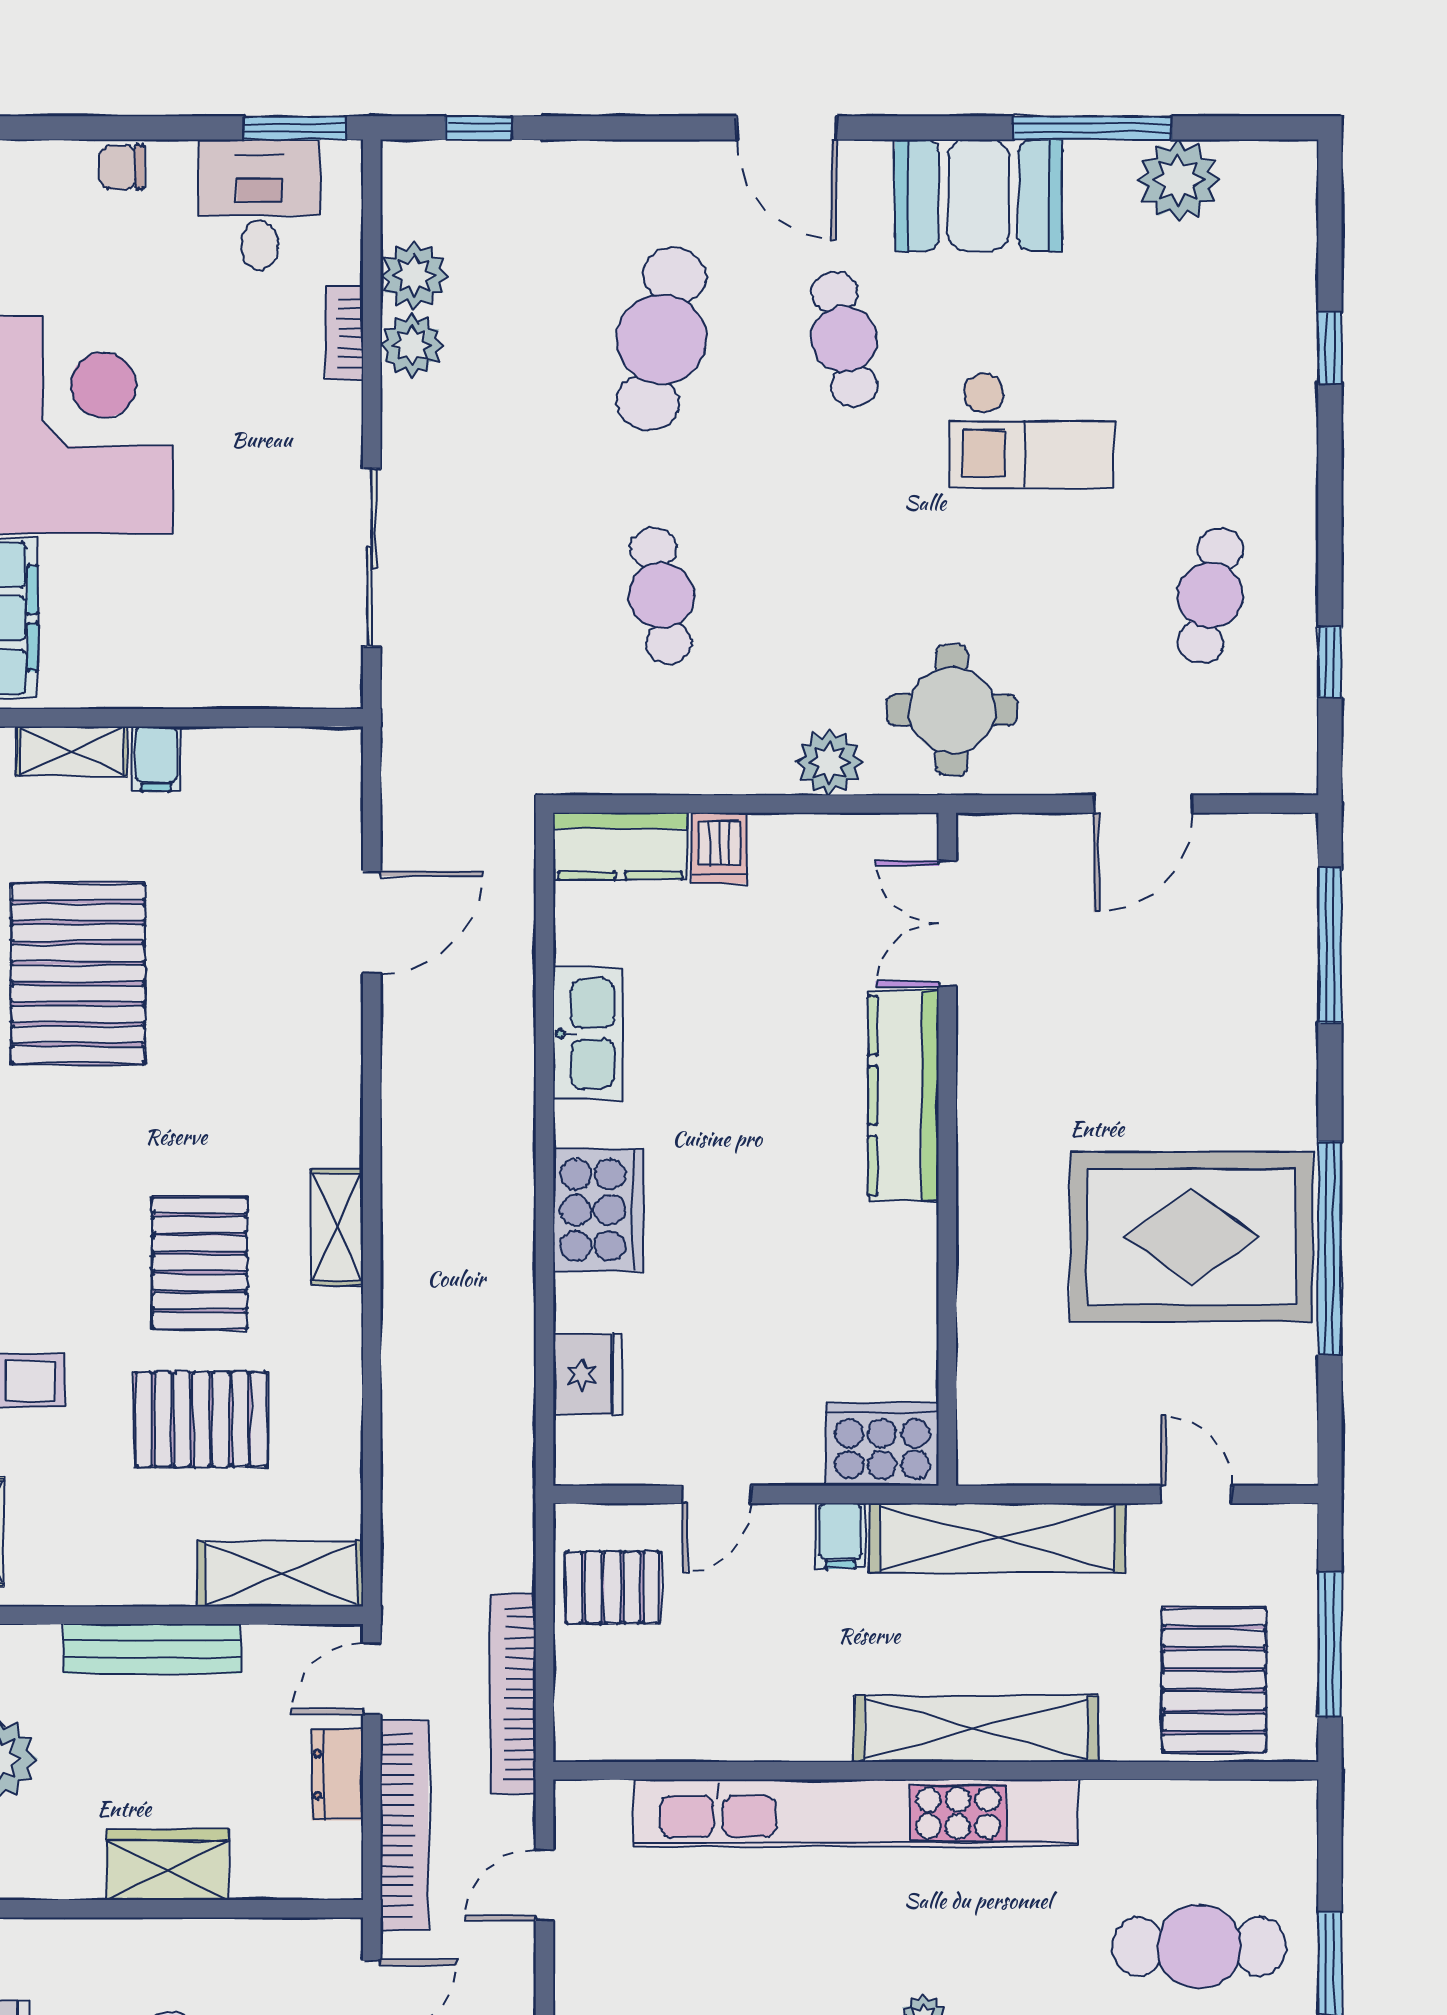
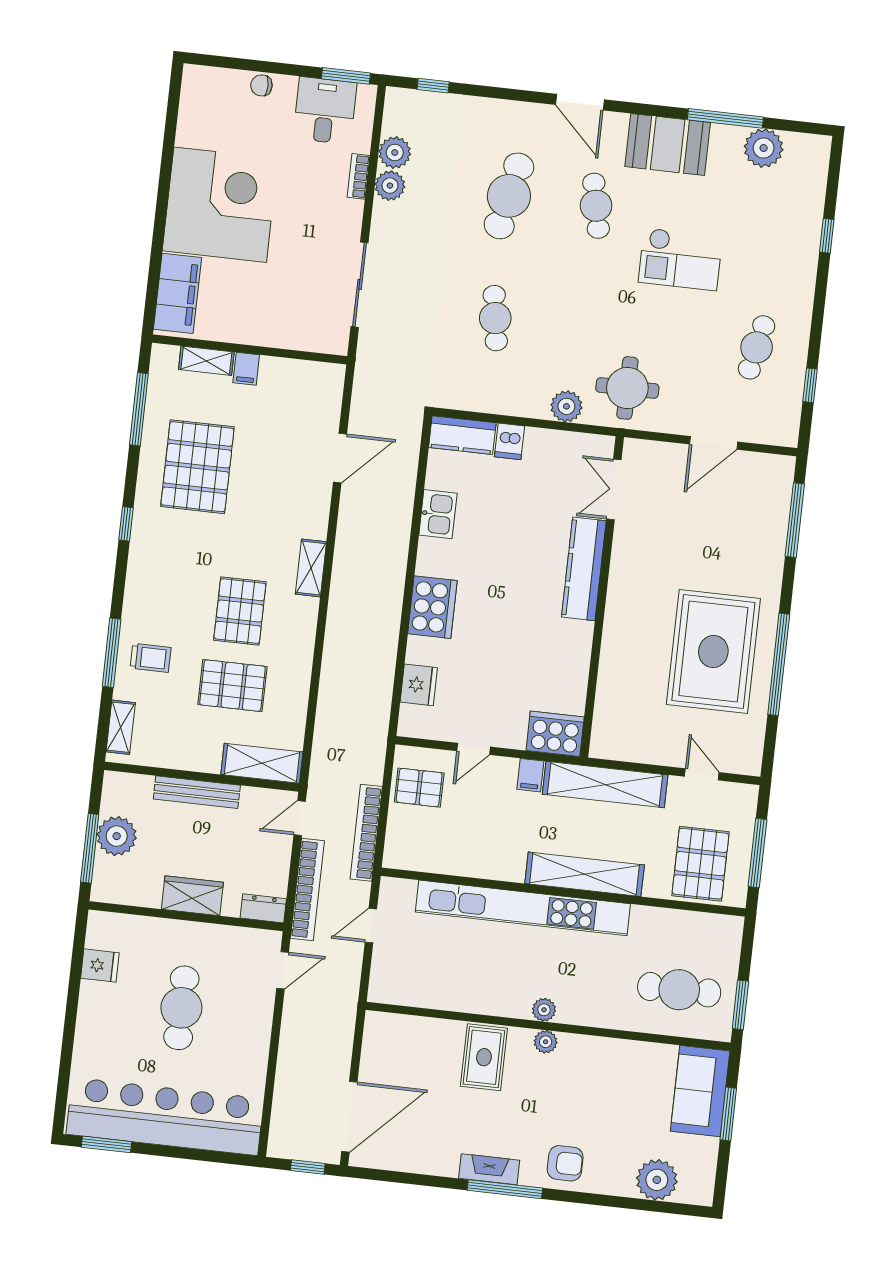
kitchen sink: (588, 1034) -> (438, 514), width x0.73
shelving: (337, 1227) -> (311, 568), moved
rug: (1191, 1237) -> (713, 651), turned 90
dresser: (337, 1775) -> (263, 908), moved, turned 90

